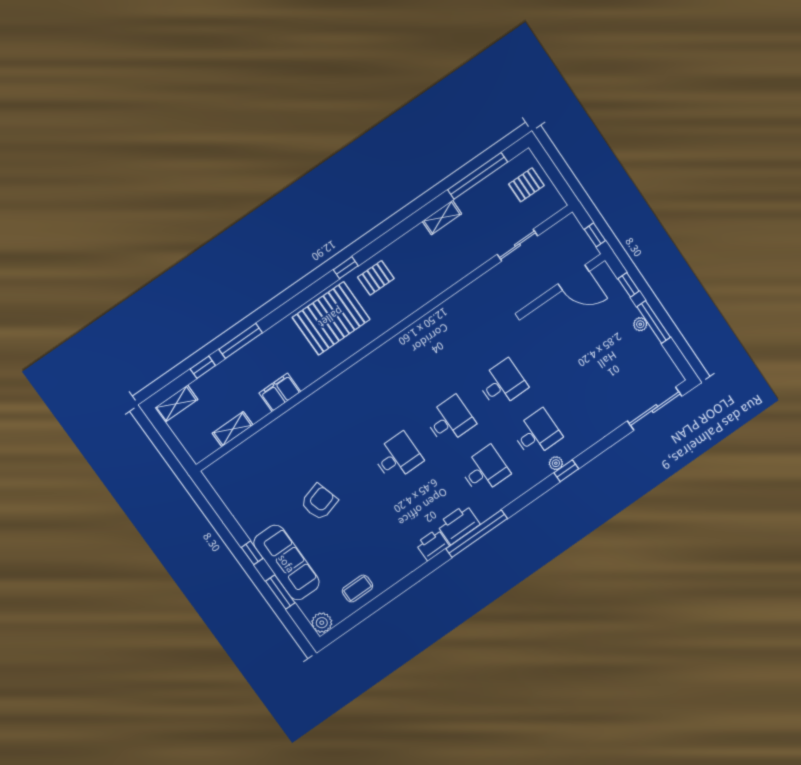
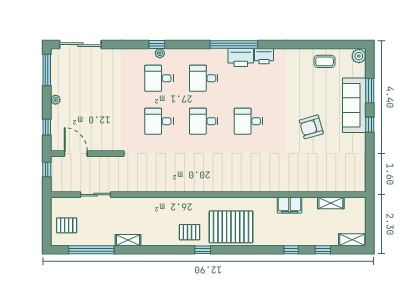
window: (654, 322) -> (47, 70), moved
window: (241, 341) -> (291, 250), width x0.46

